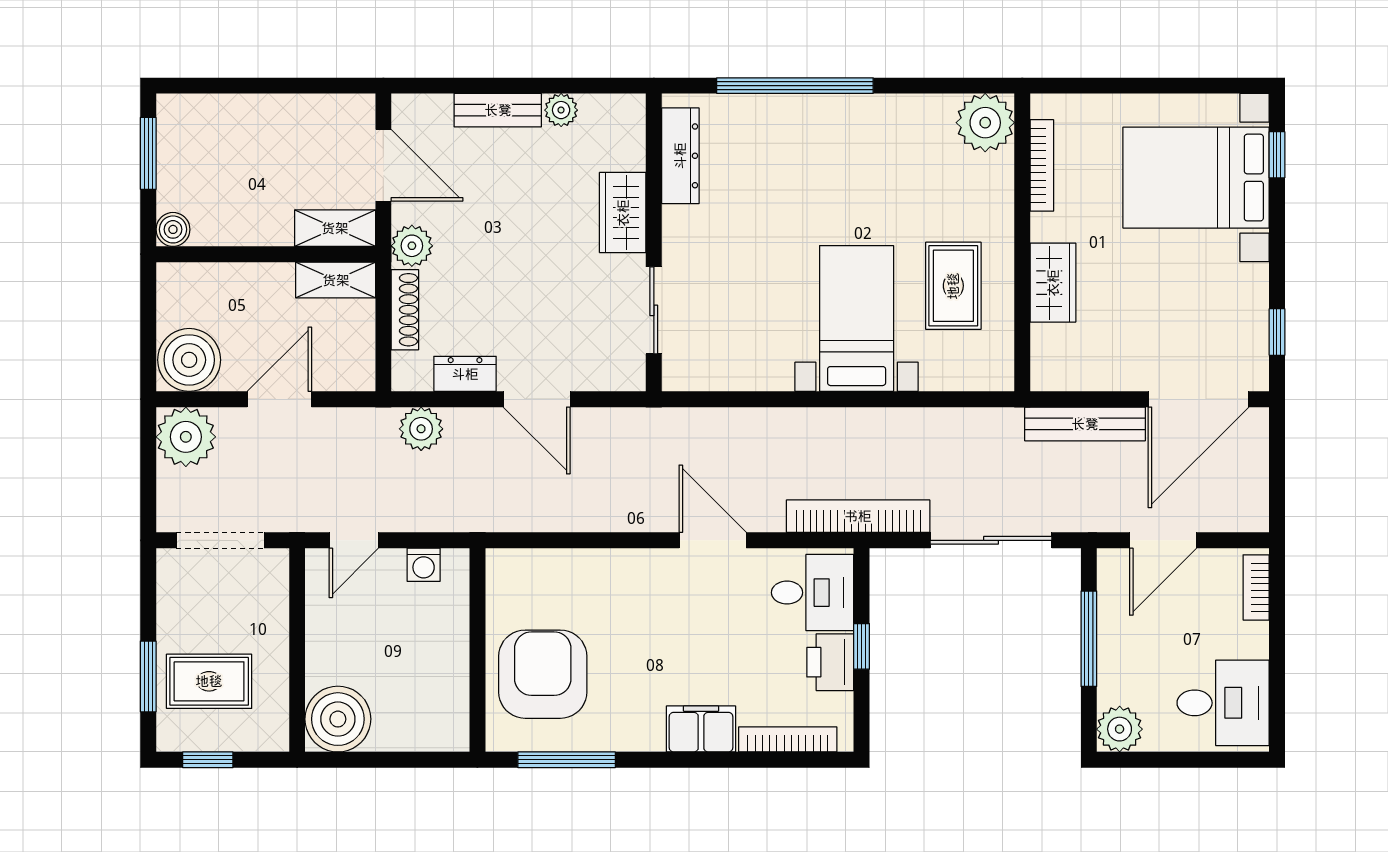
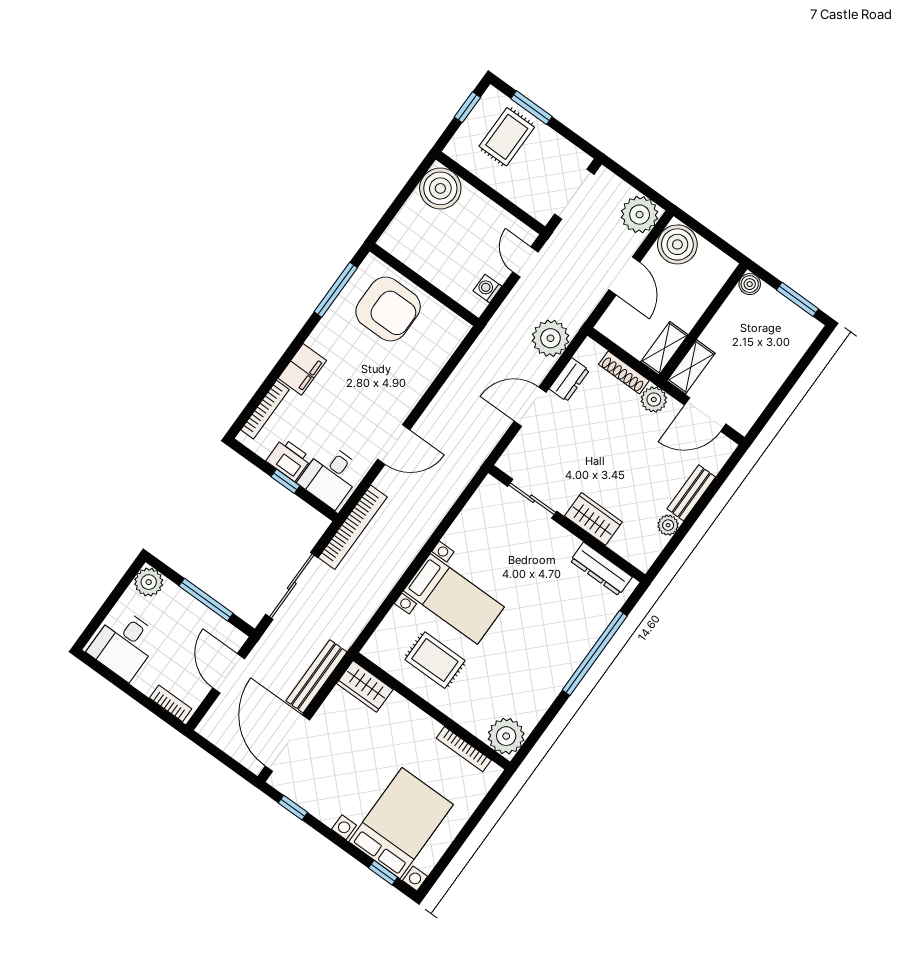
wardrobe: (1053, 283) -> (365, 686), moved
plant: (421, 429) -> (550, 338), width x1.36, depth x1.36

